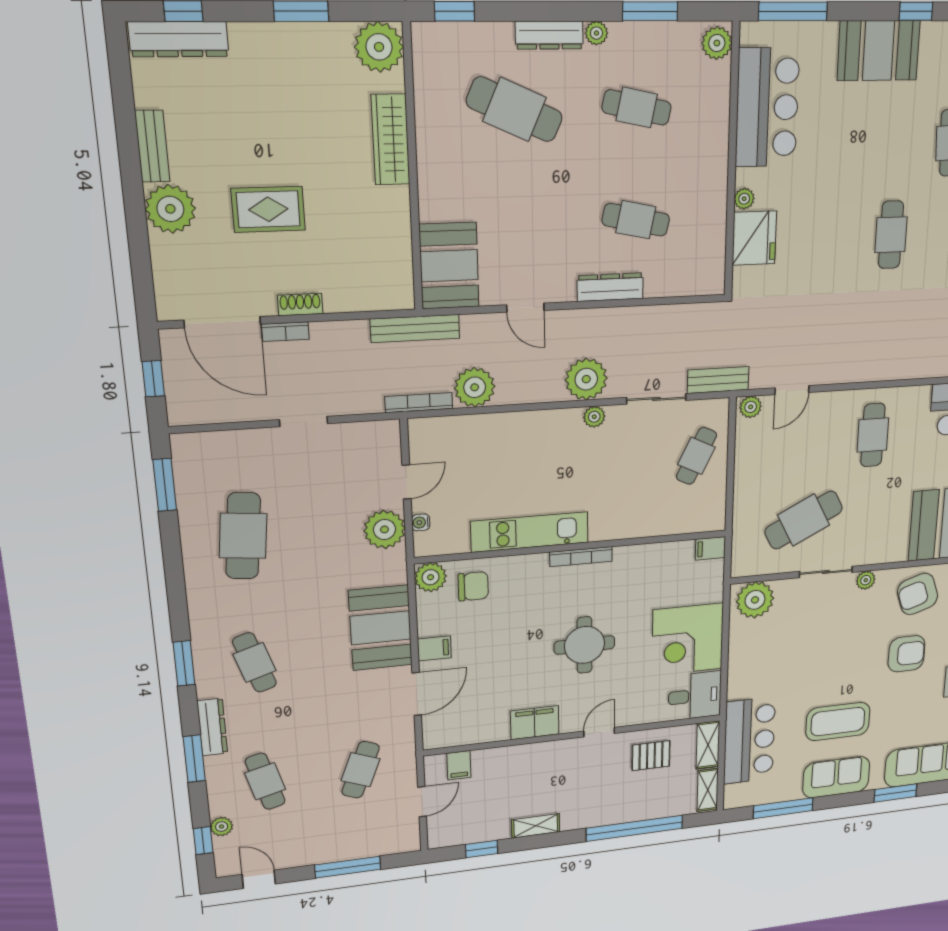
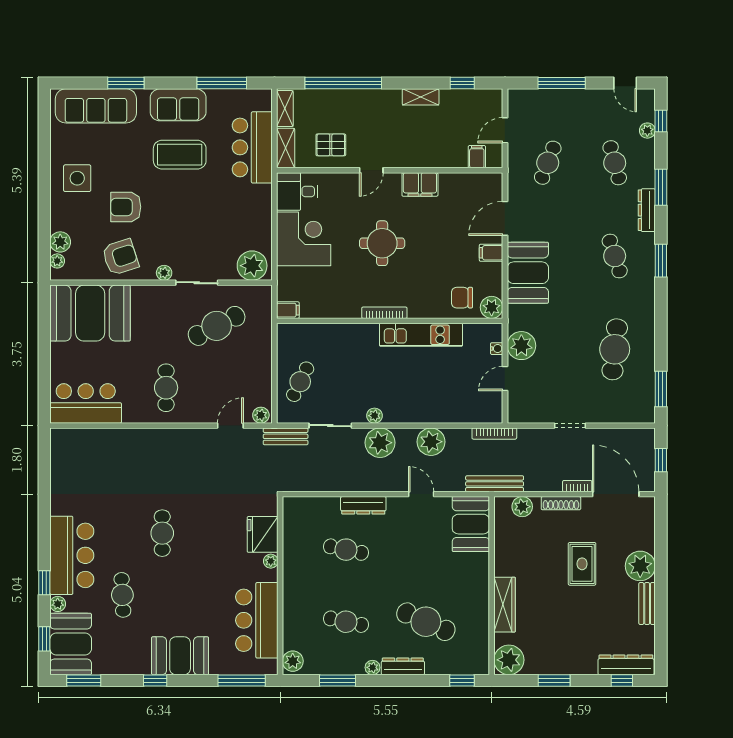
rug: (268, 209) -> (582, 564), turned 90
plant: (371, 296) -> (522, 507), added
shoe rack: (300, 305) -> (561, 503), width x1.43
plant: (475, 387) -> (431, 442), moved

